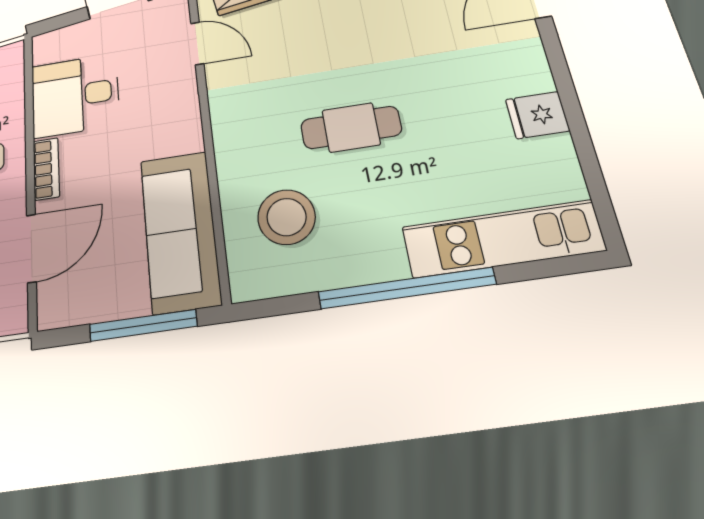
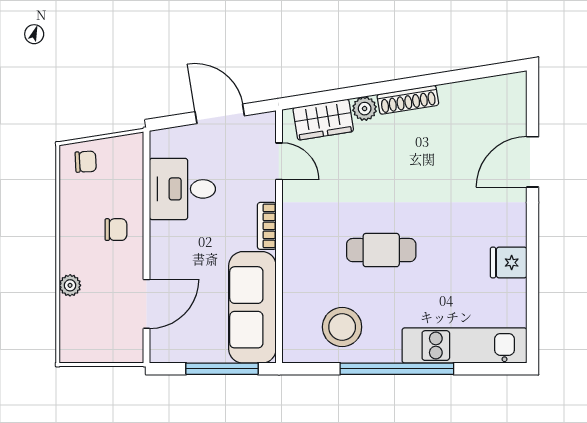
bookcase: (46, 169) -> (267, 226), moved, turned 180
stool: (287, 217) -> (342, 327), moved

